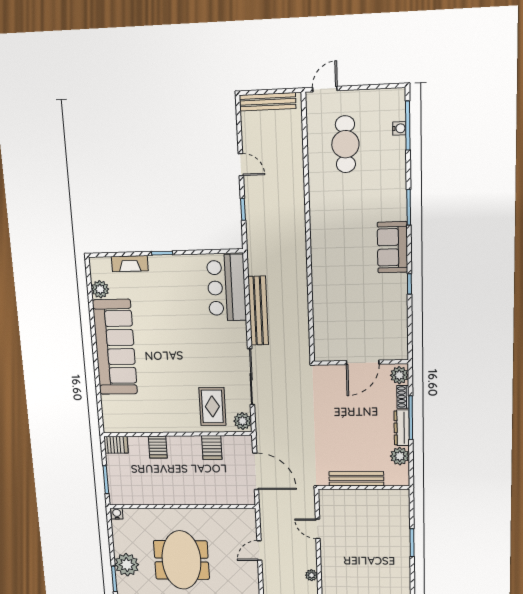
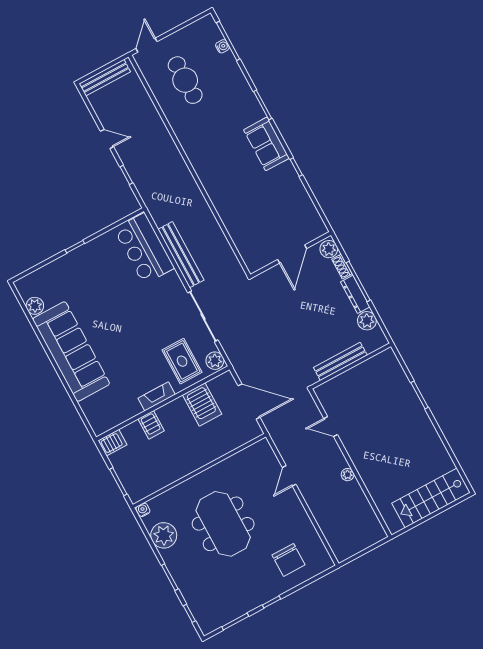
fireplace: (130, 264) -> (157, 396), moved, turned 180
server rack: (212, 447) -> (202, 404), width x1.36, depth x1.44
plant: (127, 565) -> (164, 535), moved

